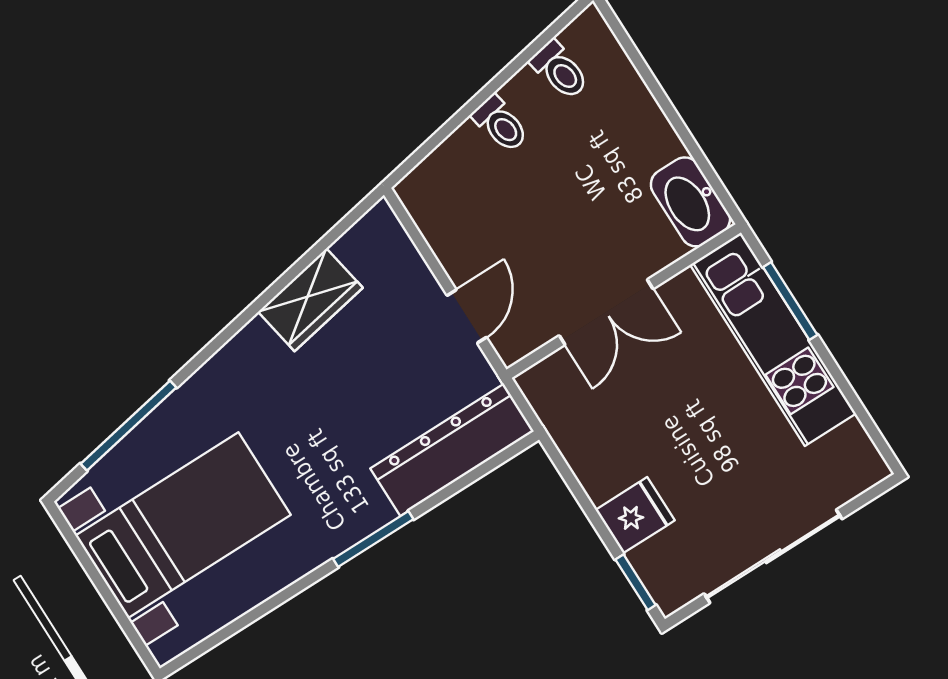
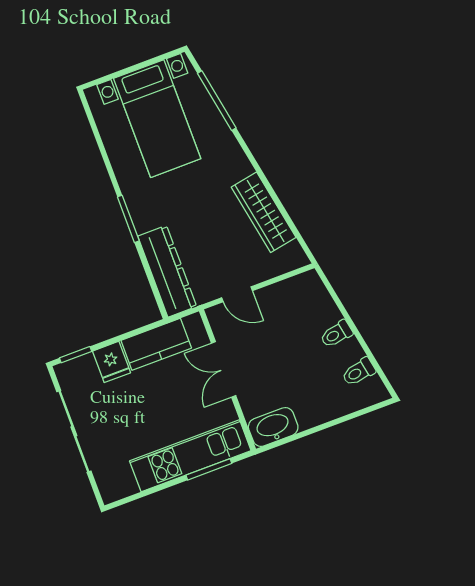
wardrobe: (310, 300) -> (264, 212), width x1.50
kitchen counter: (587, 442) -> (156, 344), added

